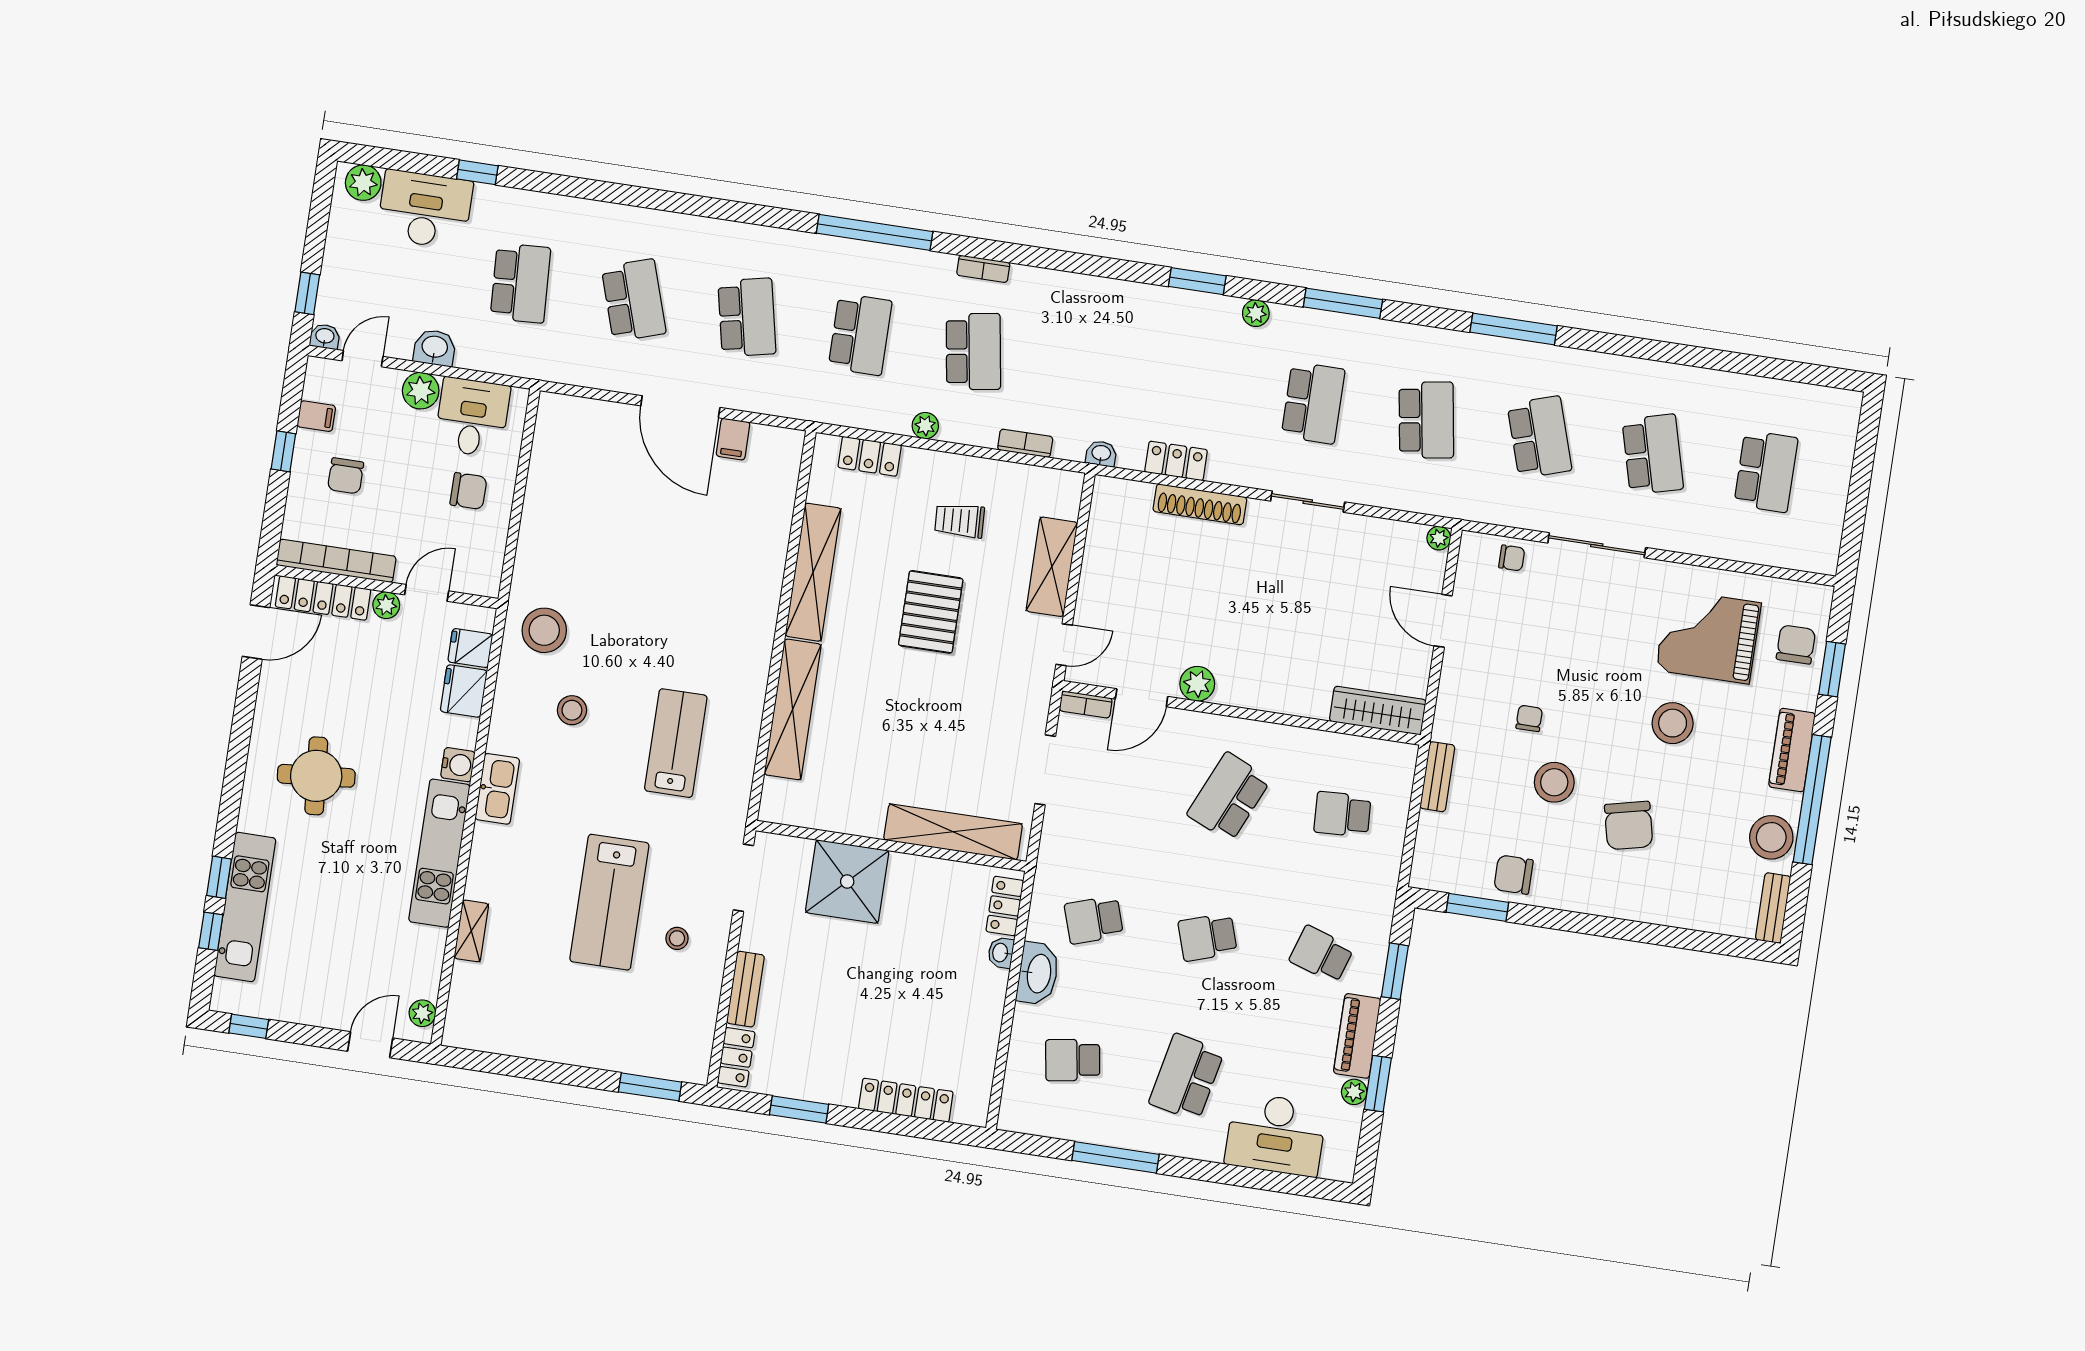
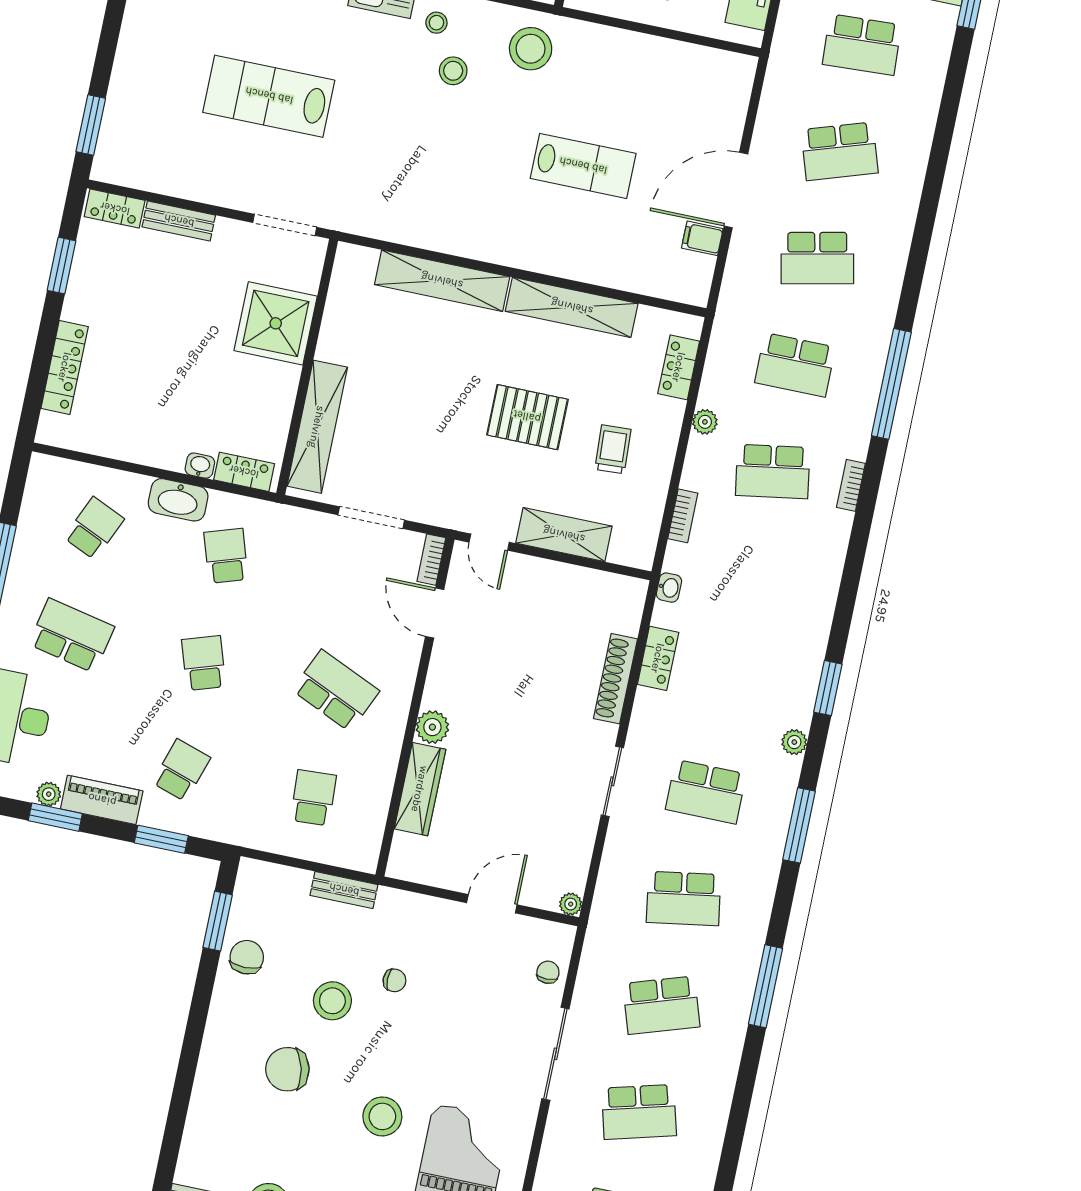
chair: (1512, 558) -> (548, 972), turned 180
plant: (1197, 684) -> (432, 727), moved
wardrobe: (1378, 711) -> (420, 789), moved
lab bench: (676, 743) -> (583, 166), moved
stool: (677, 938) -> (436, 23), moved
school desk: (1073, 1060) -> (94, 528), turned 33

